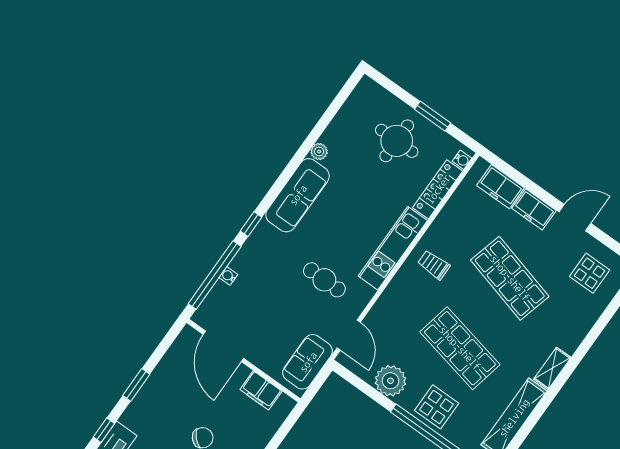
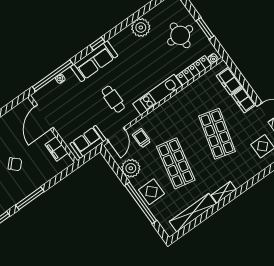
plant: (319, 152) -> (141, 27), width x1.87, depth x1.87
sofa: (298, 195) -> (94, 61), moved
window: (251, 224) -> (97, 44), moved
trolley: (434, 265) -> (142, 138), moved

